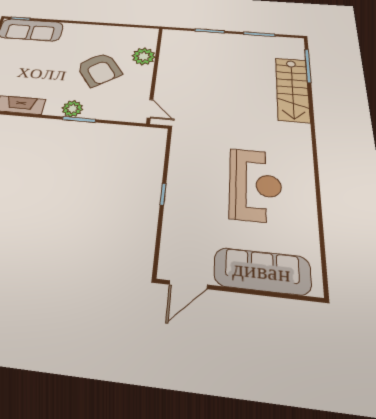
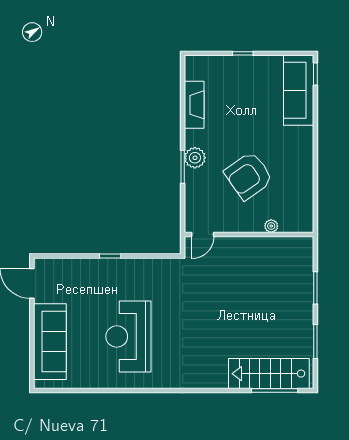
plant: (144, 56) -> (271, 226), width x0.53, depth x0.53
stairs: (292, 89) -> (269, 374), moved
reception desk: (255, 185) -> (128, 336), turned 90

